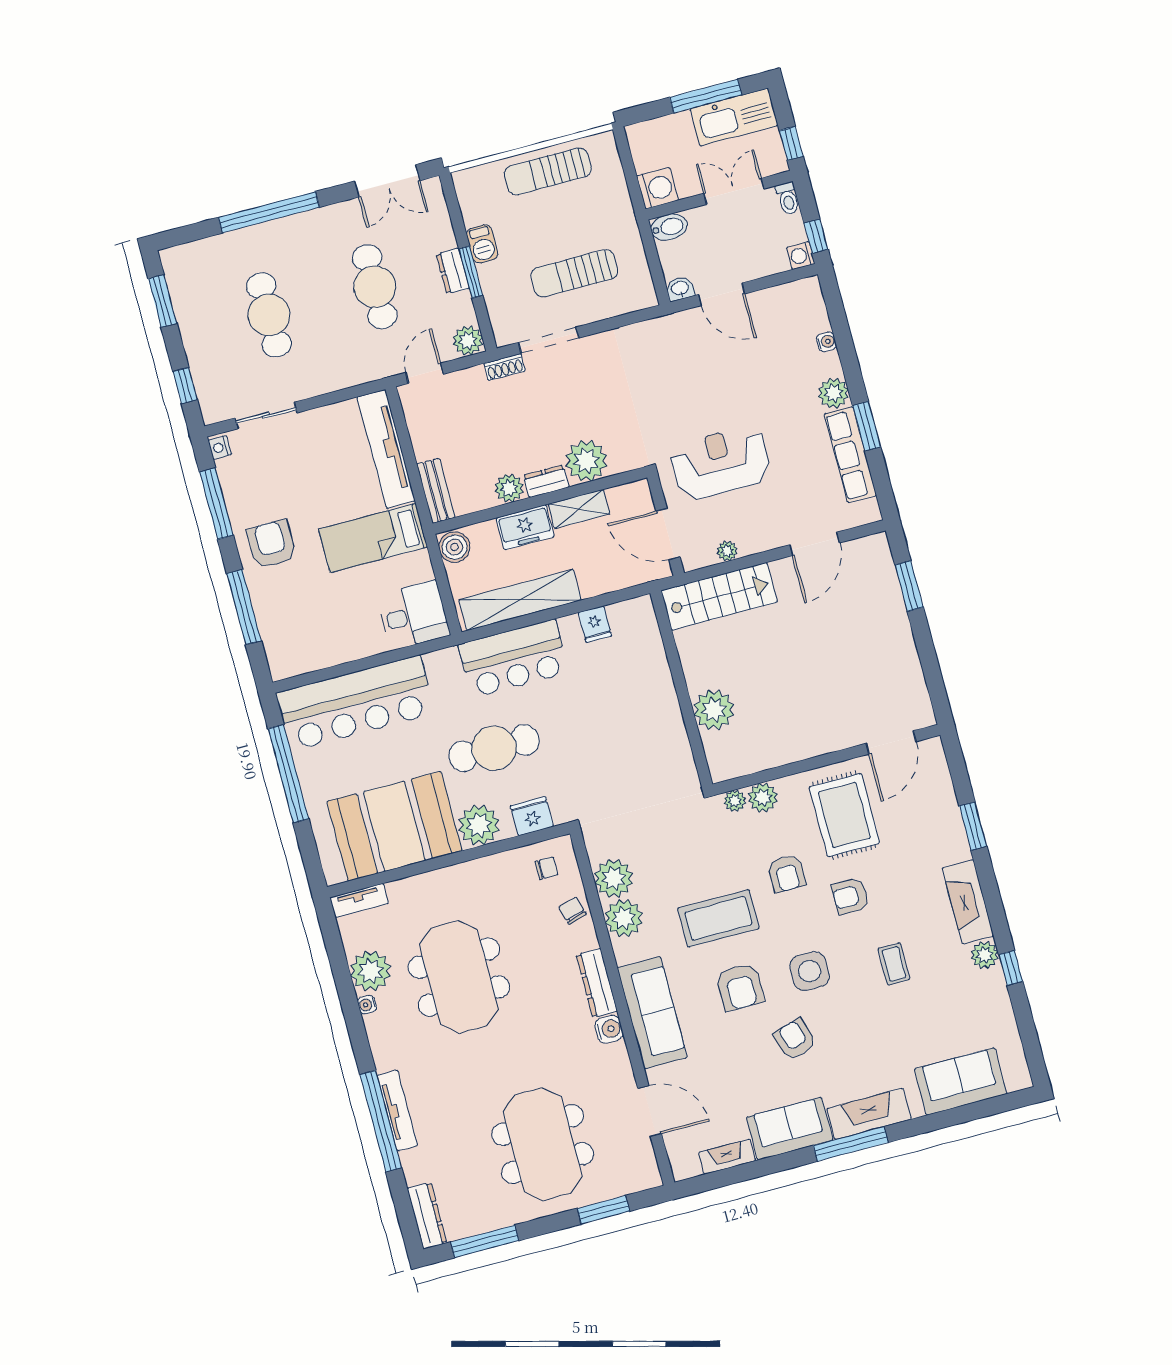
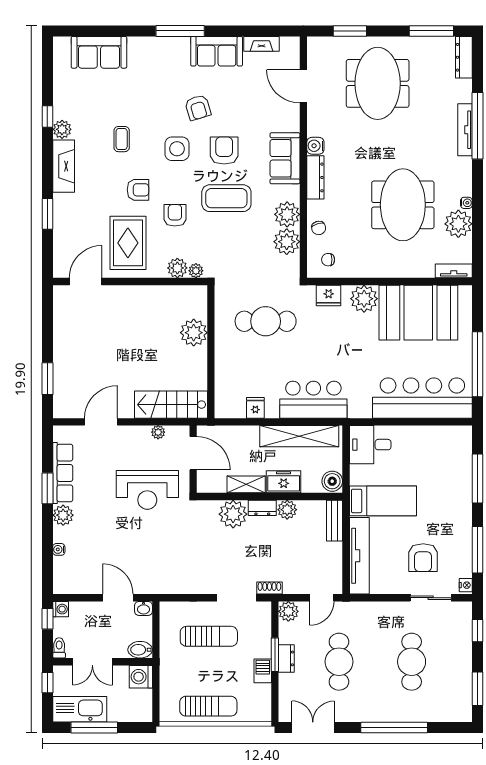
armchair: (271, 544) -> (423, 558), moved
cafe table: (494, 748) -> (266, 321), moved
sofa: (652, 1013) -> (285, 158), width x0.73
fireplace: (869, 1114) -> (163, 47), removed

